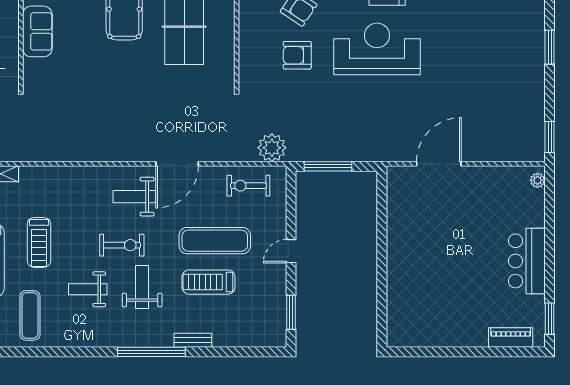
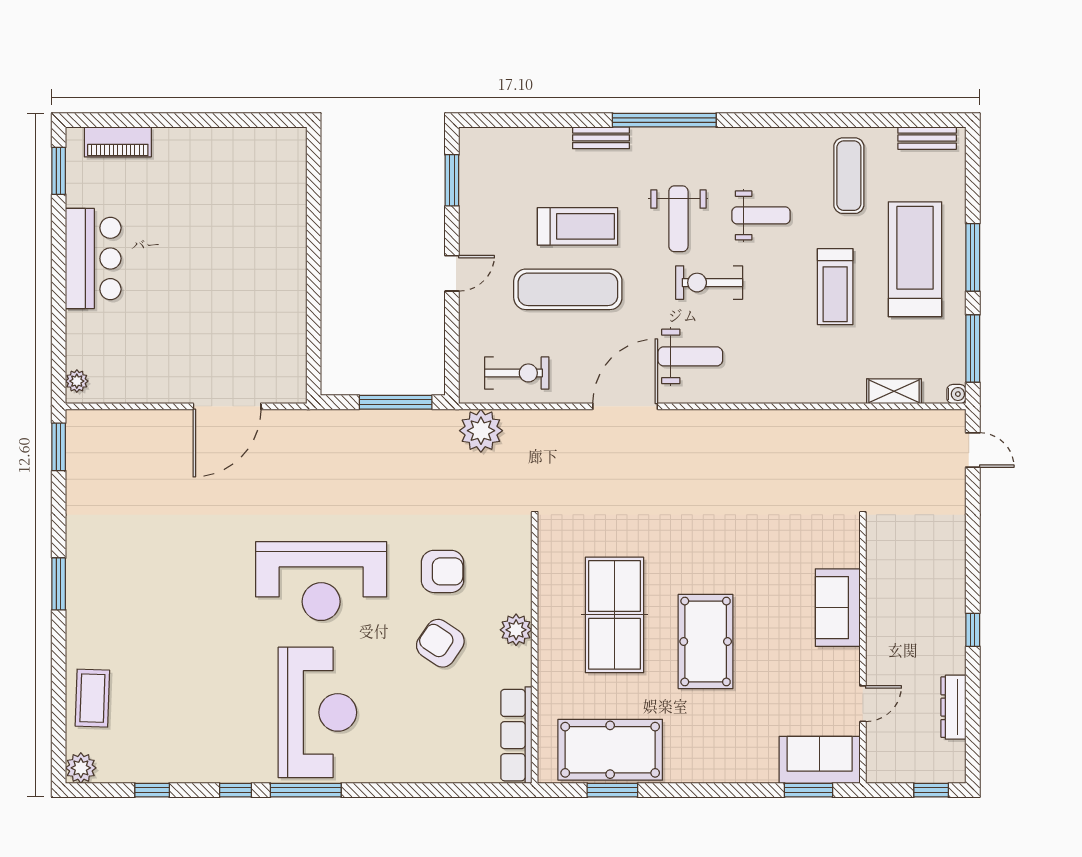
plant: (249, 17) -> (516, 630), added
treadmill: (39, 242) -> (835, 287), turned 180

